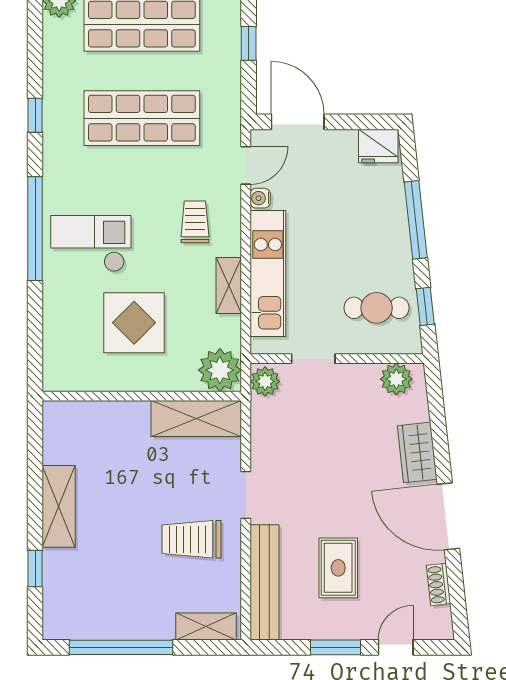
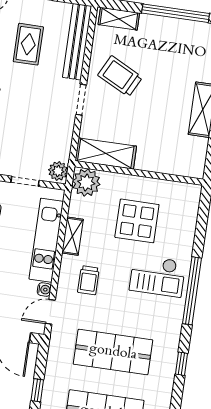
trolley: (191, 539) -> (120, 76), turned -153

